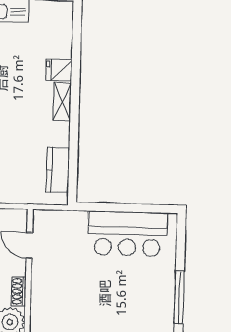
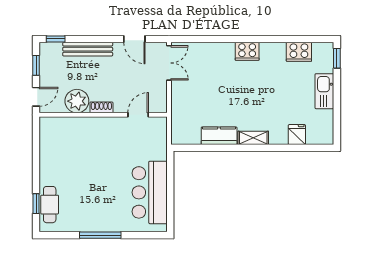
fridge: (59, 70) -> (297, 135), moved
kitchen counter: (58, 170) -> (219, 136), moved

